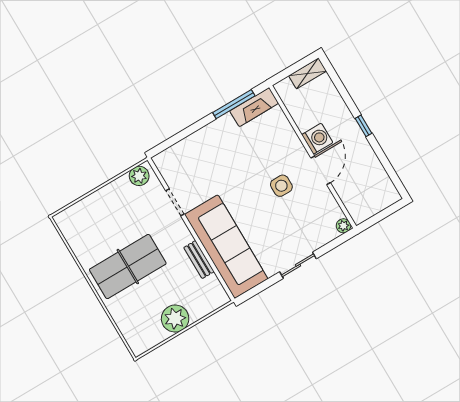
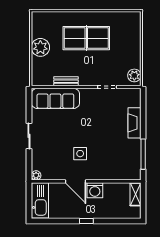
shelving: (308, 73) -> (136, 194), moved
fireplace: (254, 107) -> (134, 123), moved
kitchen sink: (373, 202) -> (40, 200), added
sofa: (226, 247) -> (55, 98), width x0.74, depth x0.79
table tennis table: (128, 267) -> (86, 38), turned 90

